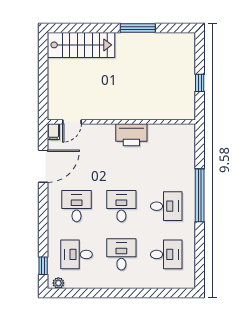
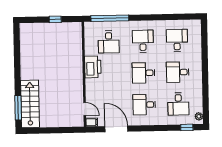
window: (138, 28) -> (18, 108), moved
desk: (166, 158) -> (109, 42), added
window: (200, 195) -> (110, 18), moved

